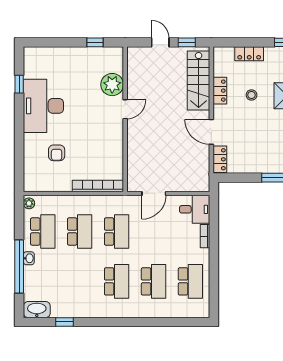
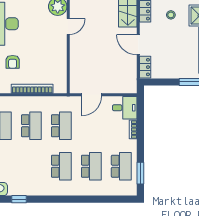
bookcase: (98, 186) -> (32, 89), moved
window: (214, 290) -> (140, 173), added

